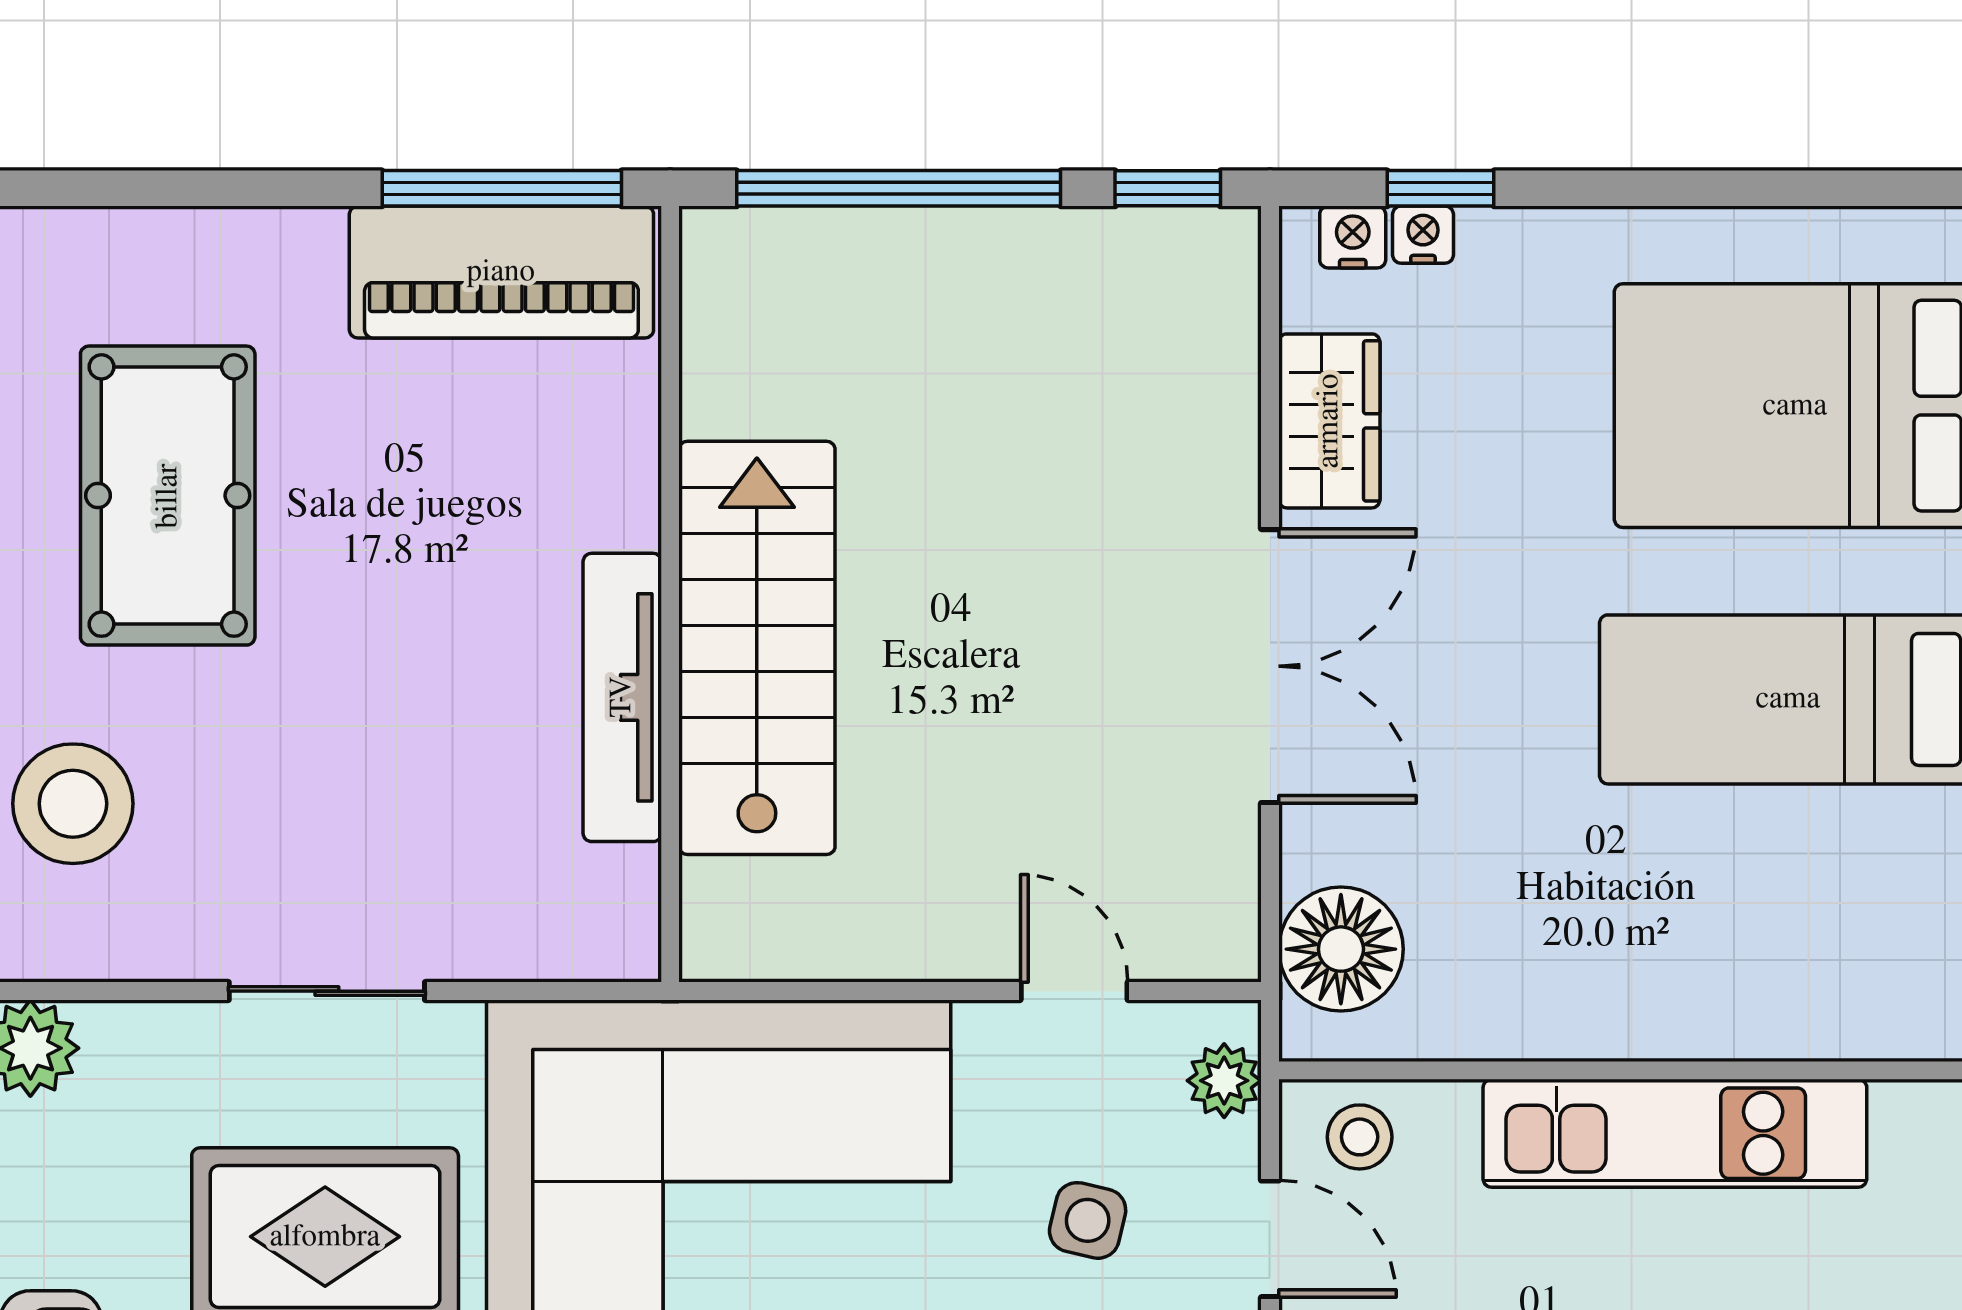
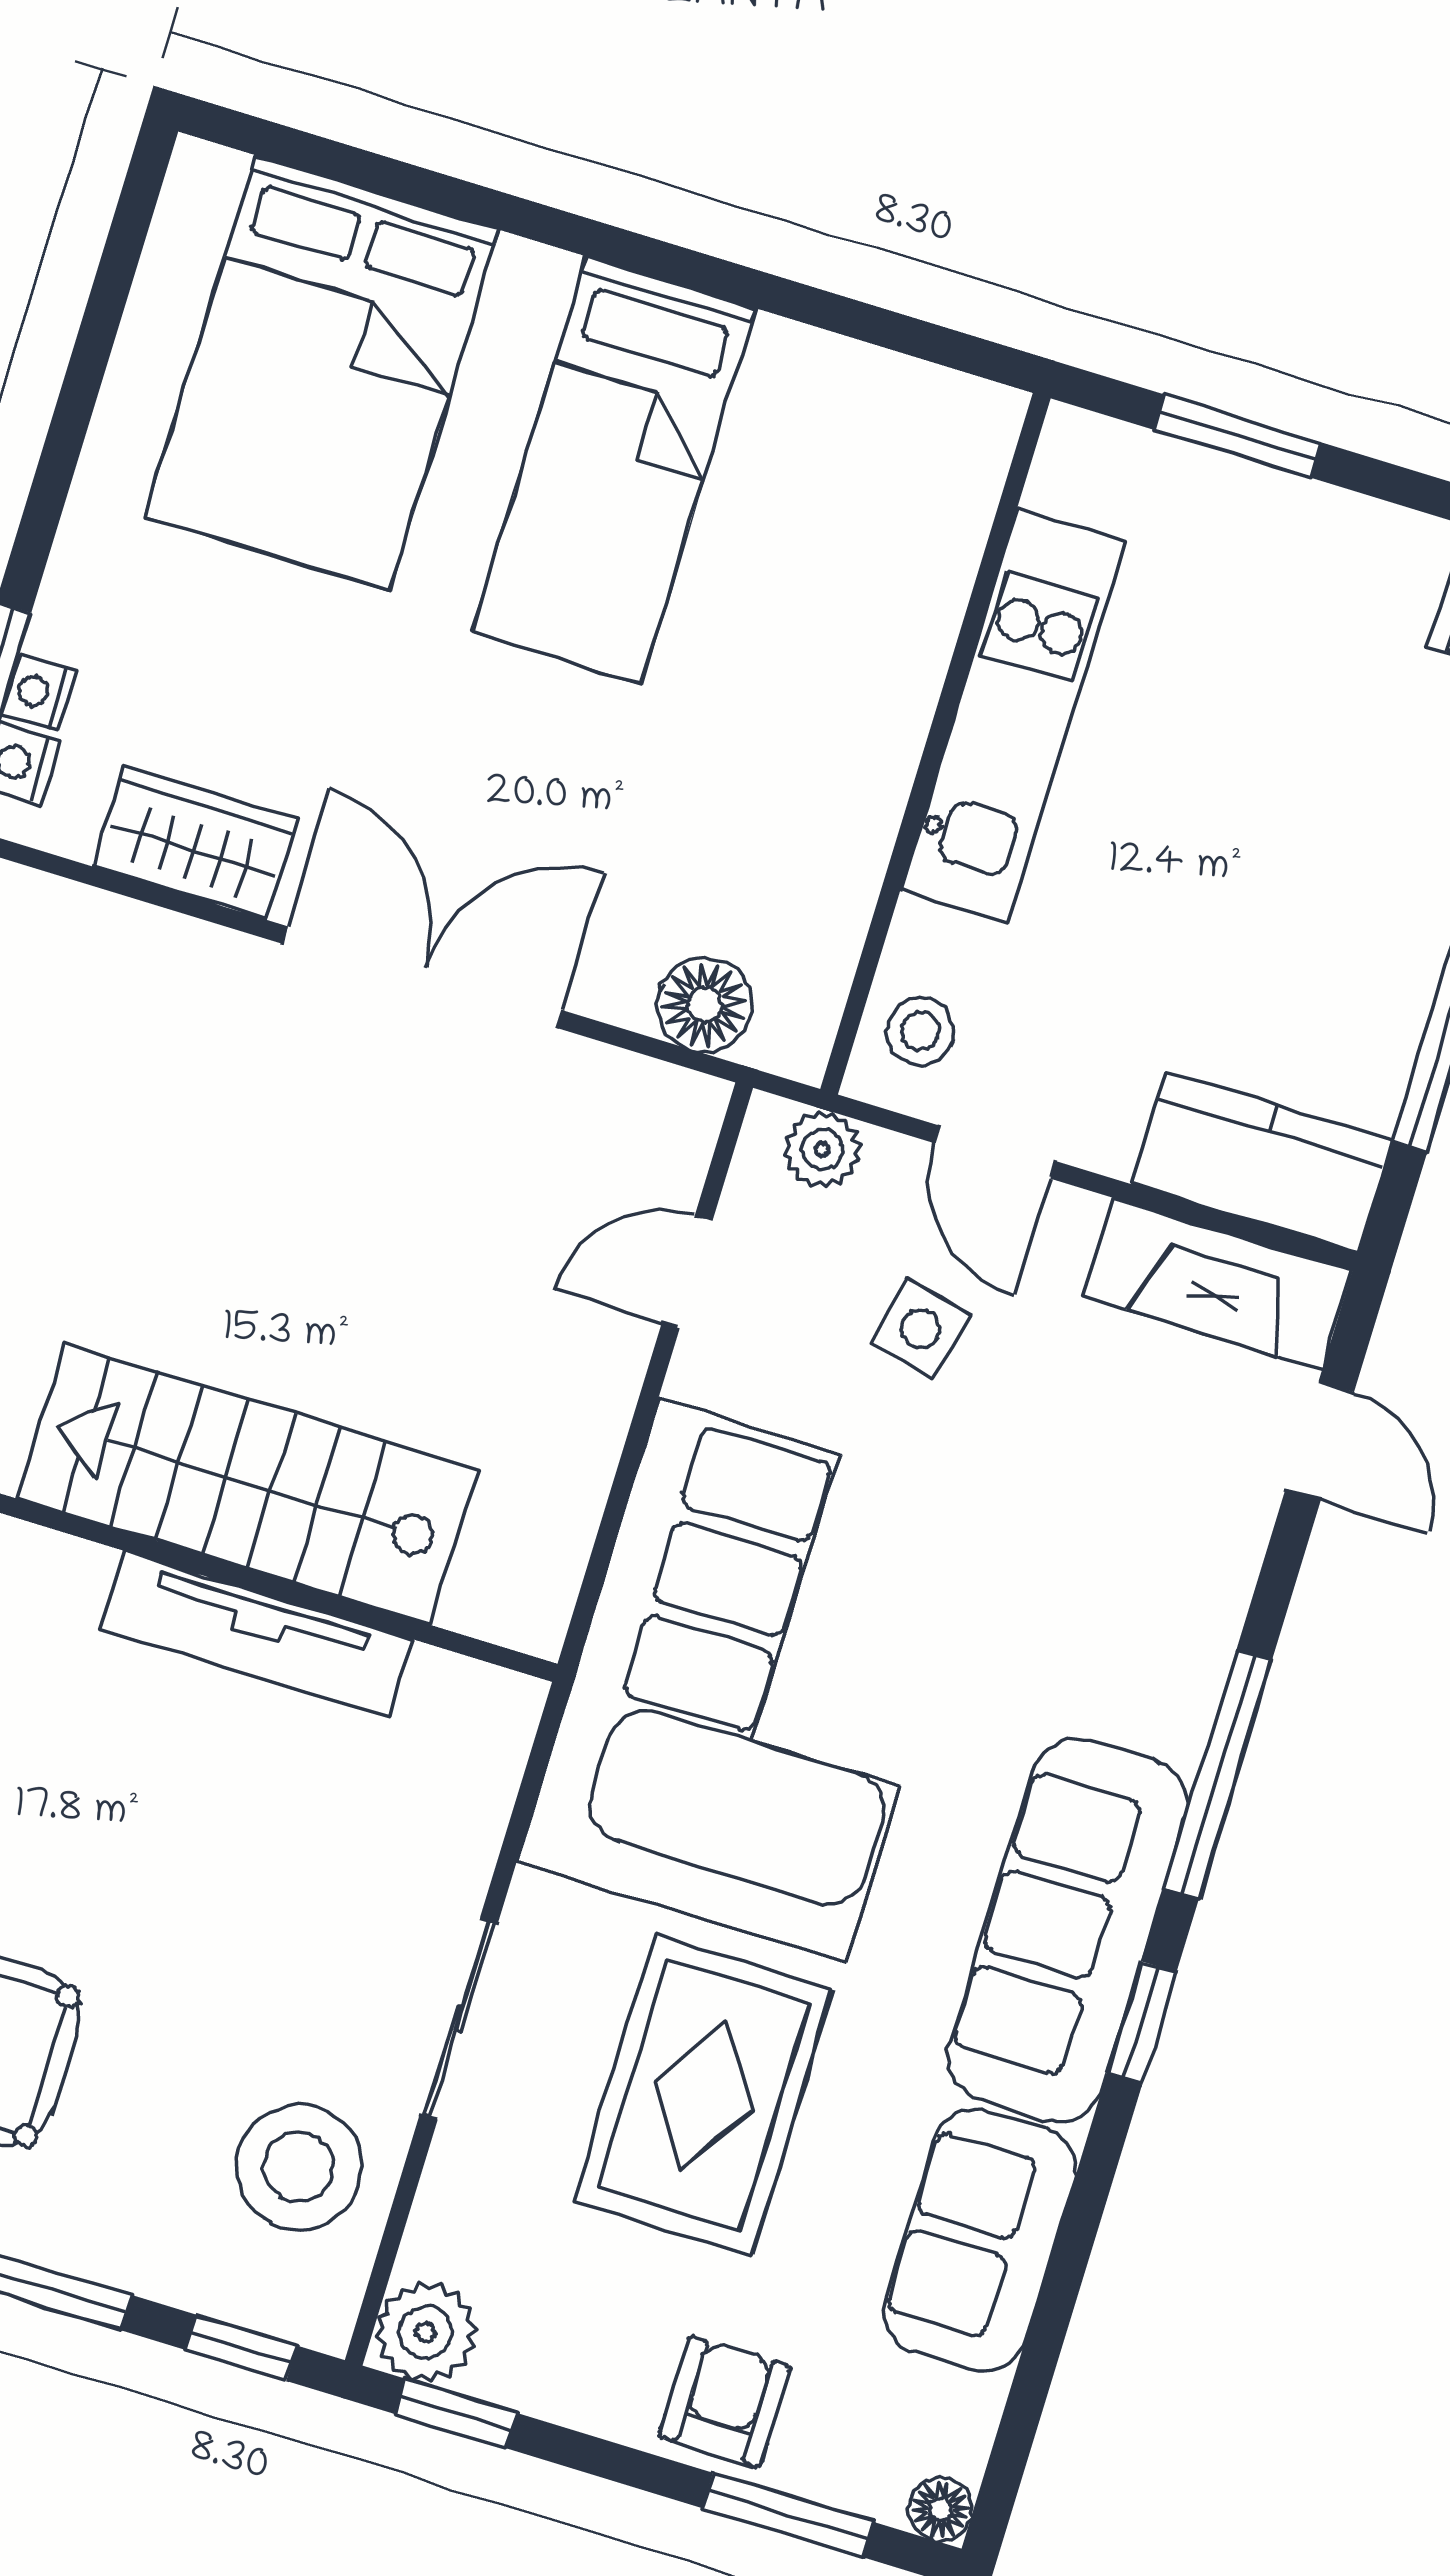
stool: (73, 804) -> (299, 2167), moved
floor lamp: (1341, 949) -> (705, 1004), width x0.73, depth x0.73
door: (1270, 1239) -> (995, 1152), swing flipped

